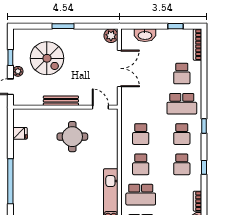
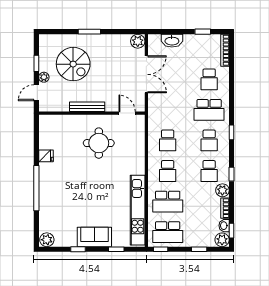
fridge: (20, 133) -> (46, 156), moved
plant: (195, 183) -> (222, 190), added

